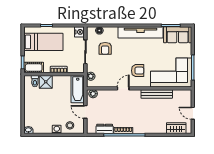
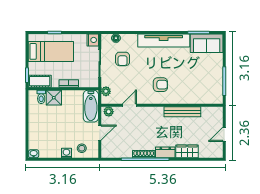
corner sofa: (171, 72) -> (199, 87), removed
door: (123, 88) -> (129, 105), moved
door: (85, 112) -> (100, 133), swing flipped
door: (193, 113) -> (224, 134), hinge flipped
wardrobe: (176, 128) -> (187, 151), moved
dresser: (105, 129) -> (165, 152), moved

